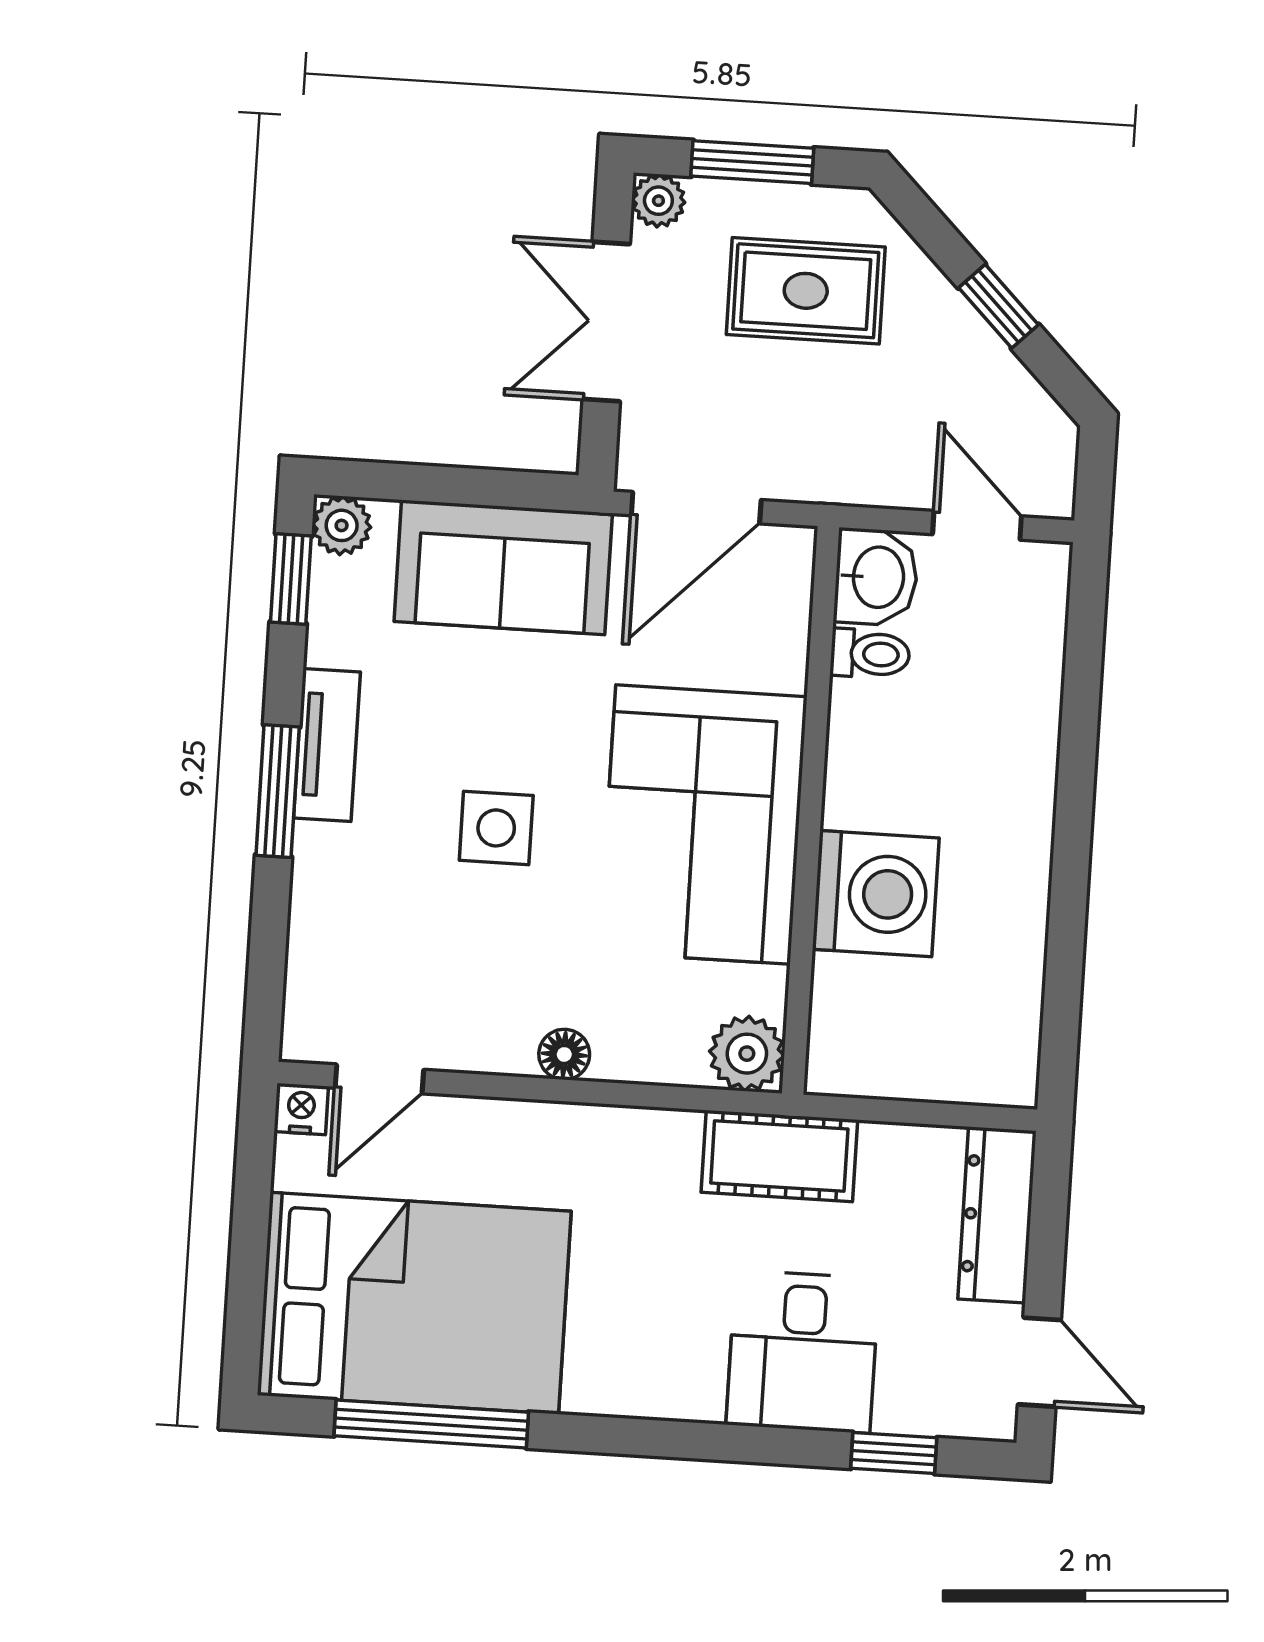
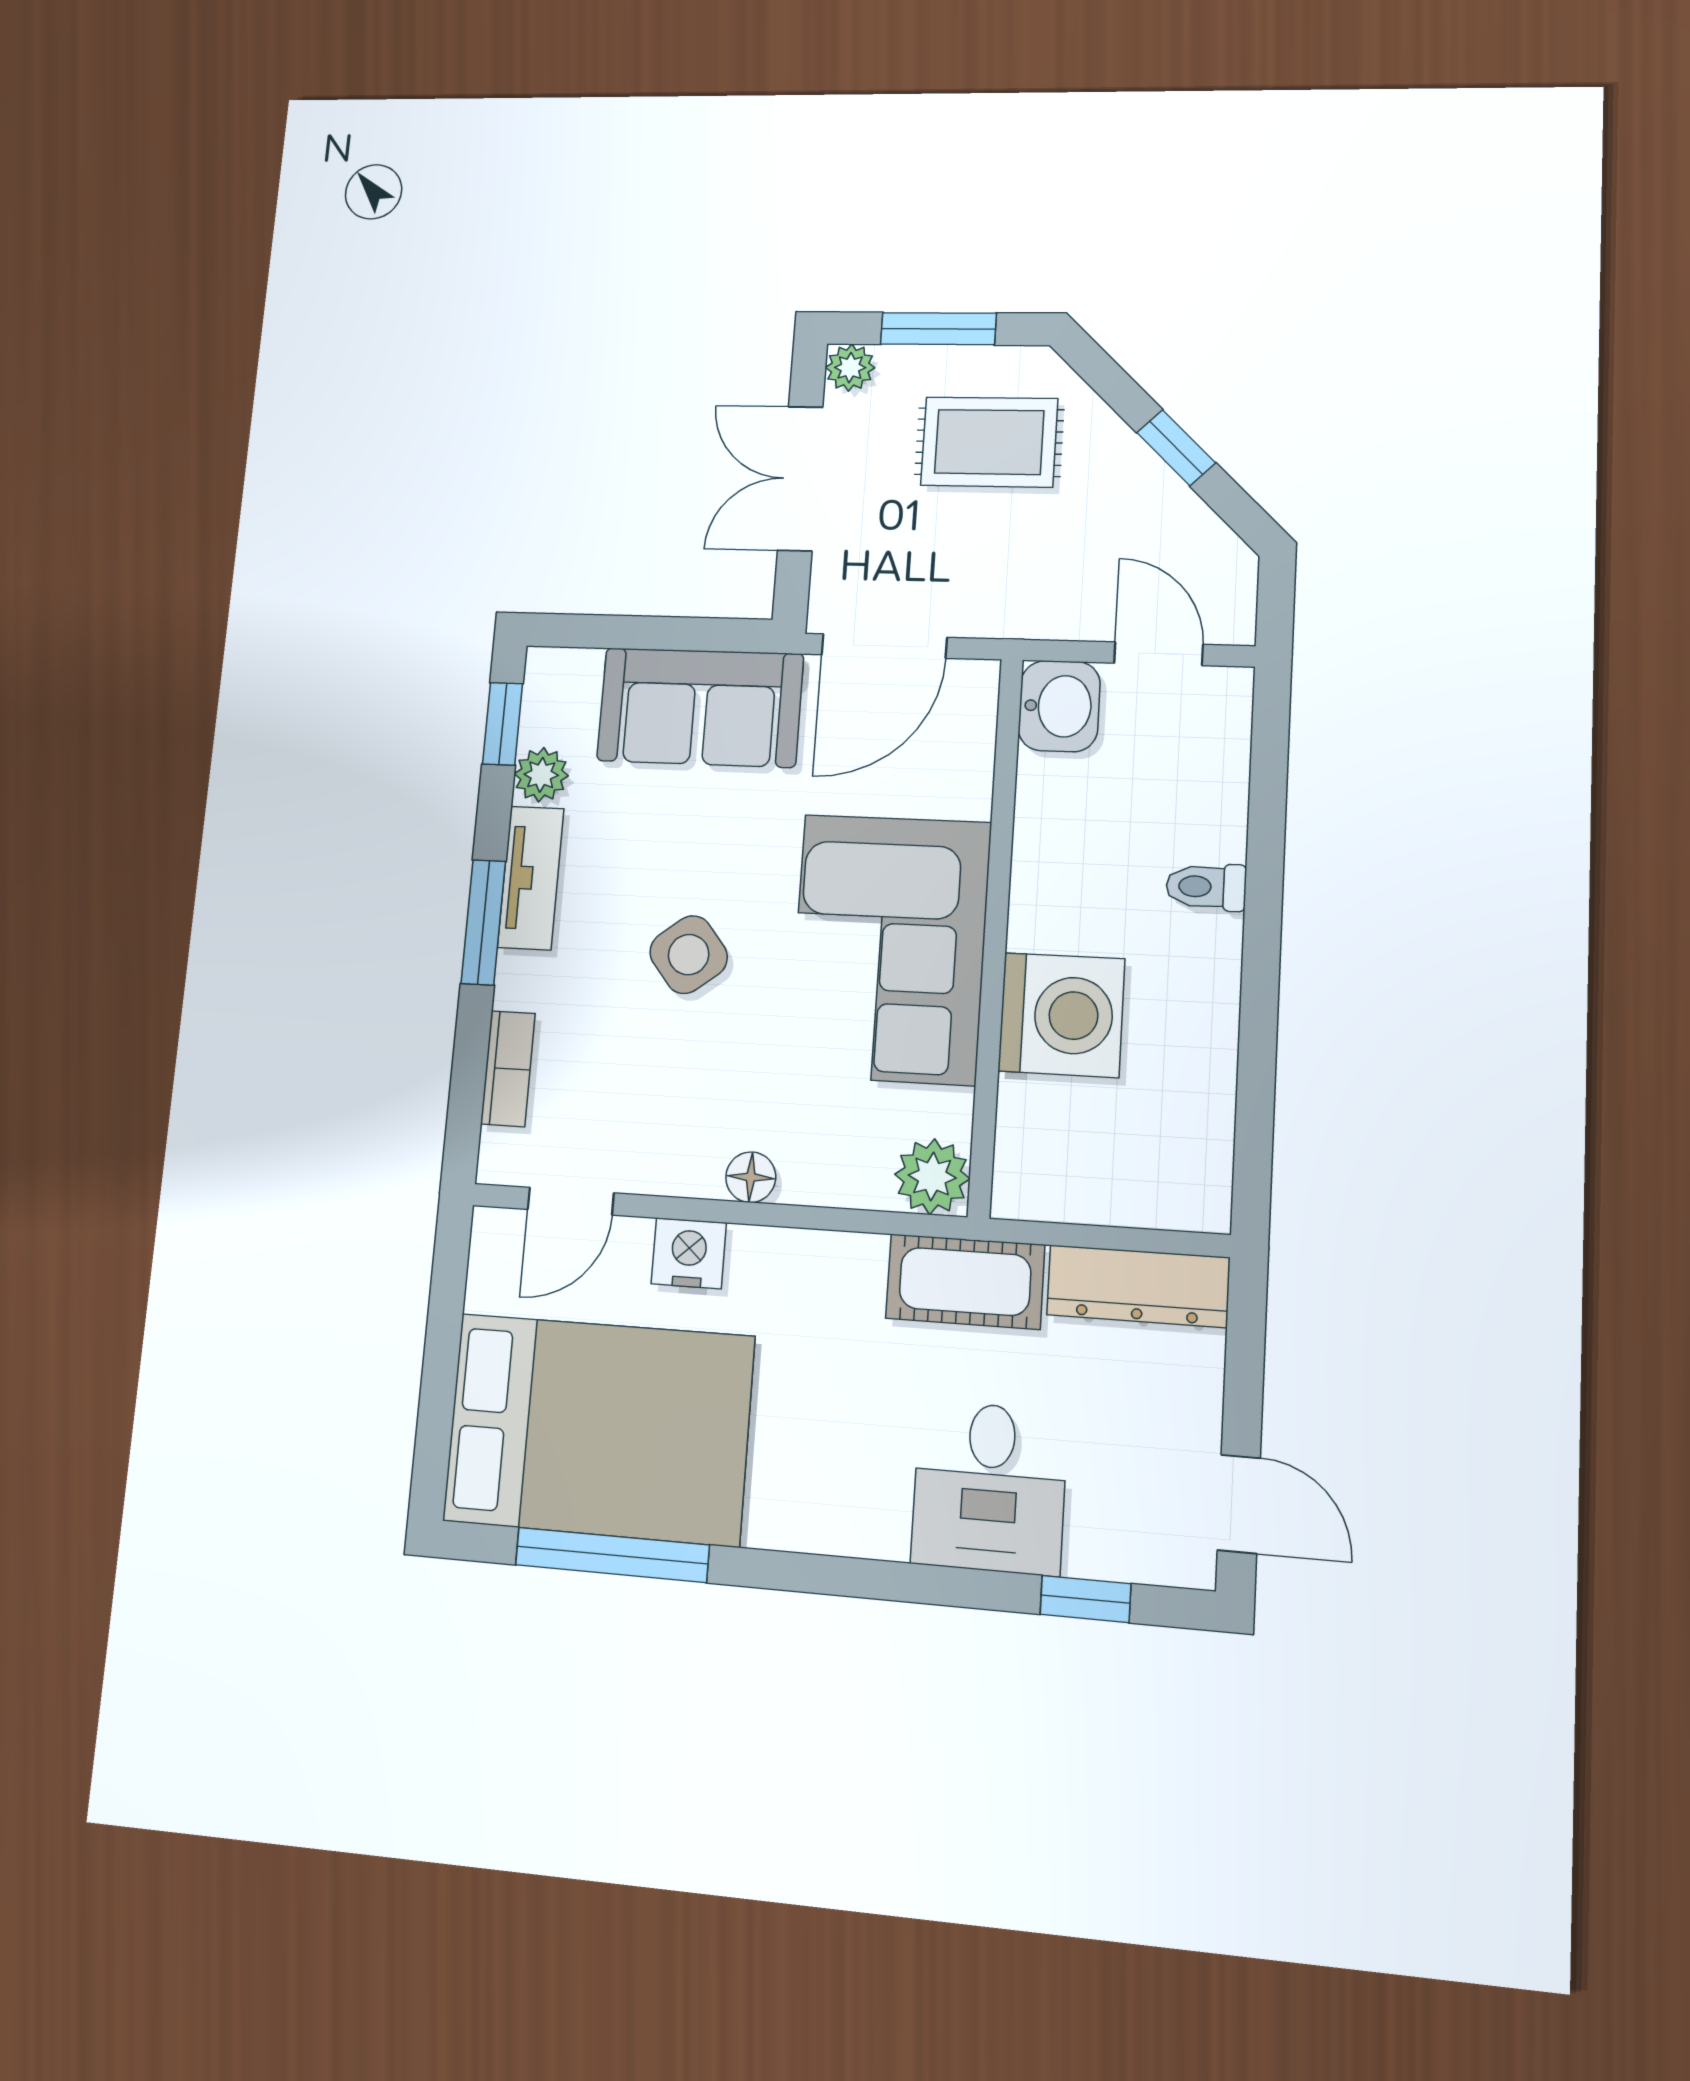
plant: (342, 525) -> (541, 775), moved
toilet: (870, 654) -> (1206, 887), moved, turned 180
side table: (496, 828) -> (689, 955), turned -38
bookcase: (309, 944) -> (508, 1069), added
nightstand: (301, 1109) -> (689, 1253), moved, width x1.39, depth x1.35
dresser: (997, 1215) -> (1138, 1286), moved, turned -90

